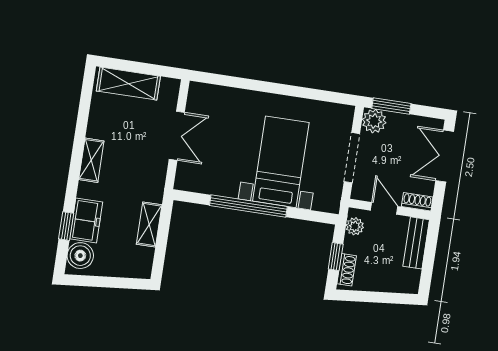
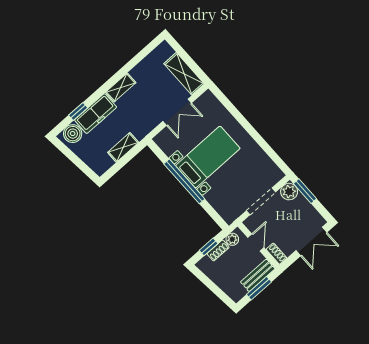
shelving: (128, 84) -> (184, 74), moved
double door: (445, 156) -> (311, 241), swing flipped
bed with nightstands: (281, 162) -> (208, 157), moved
freezer: (86, 220) -> (96, 114), width x1.40
window: (429, 256) -> (259, 288), added
shoe rack: (347, 270) -> (218, 251), moved

